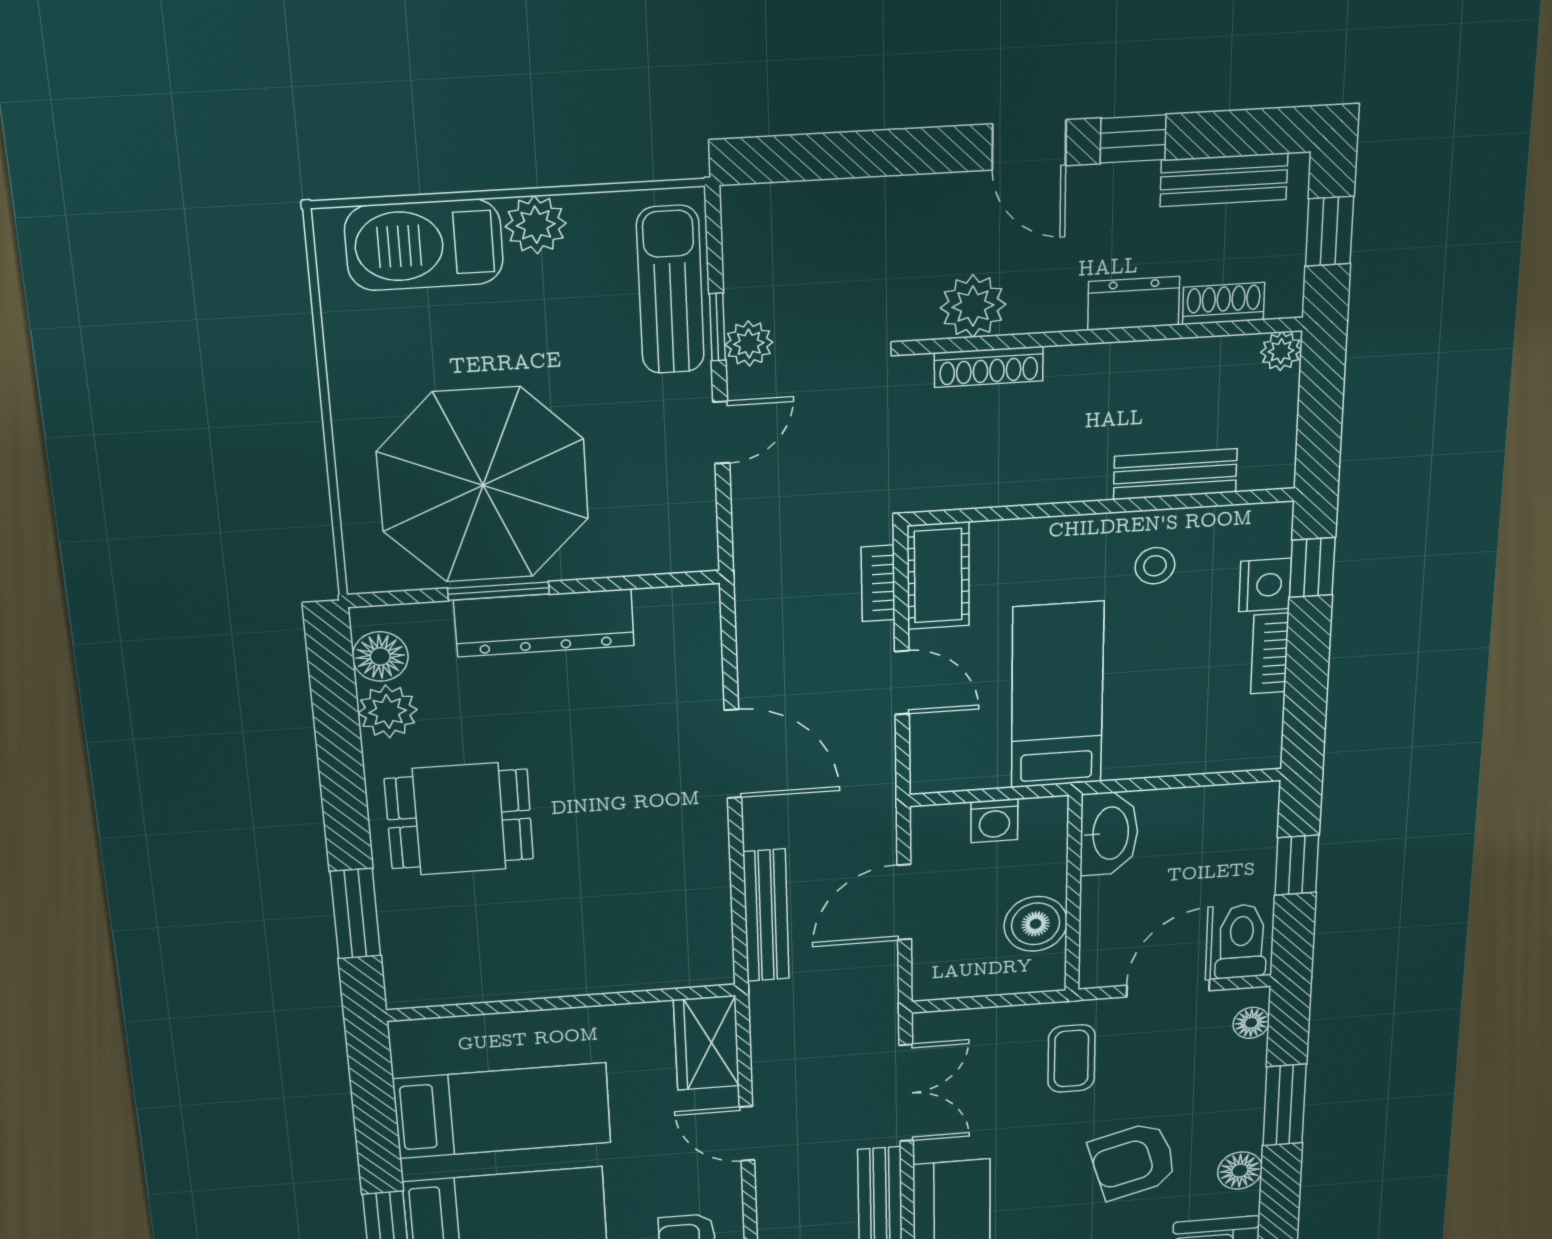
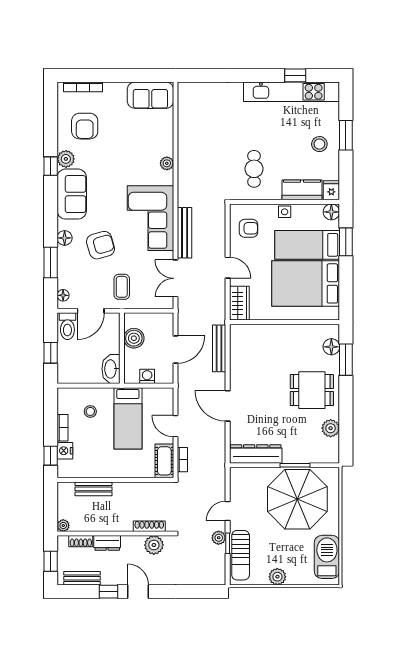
barbecue: (424, 245) -> (327, 557), moved, turned -90
stool: (1155, 566) -> (90, 411), moved
dresser: (544, 623) -> (256, 454), moved
floor lamp: (380, 656) -> (331, 347), moved
bed: (502, 1111) -> (306, 283), width x1.50

